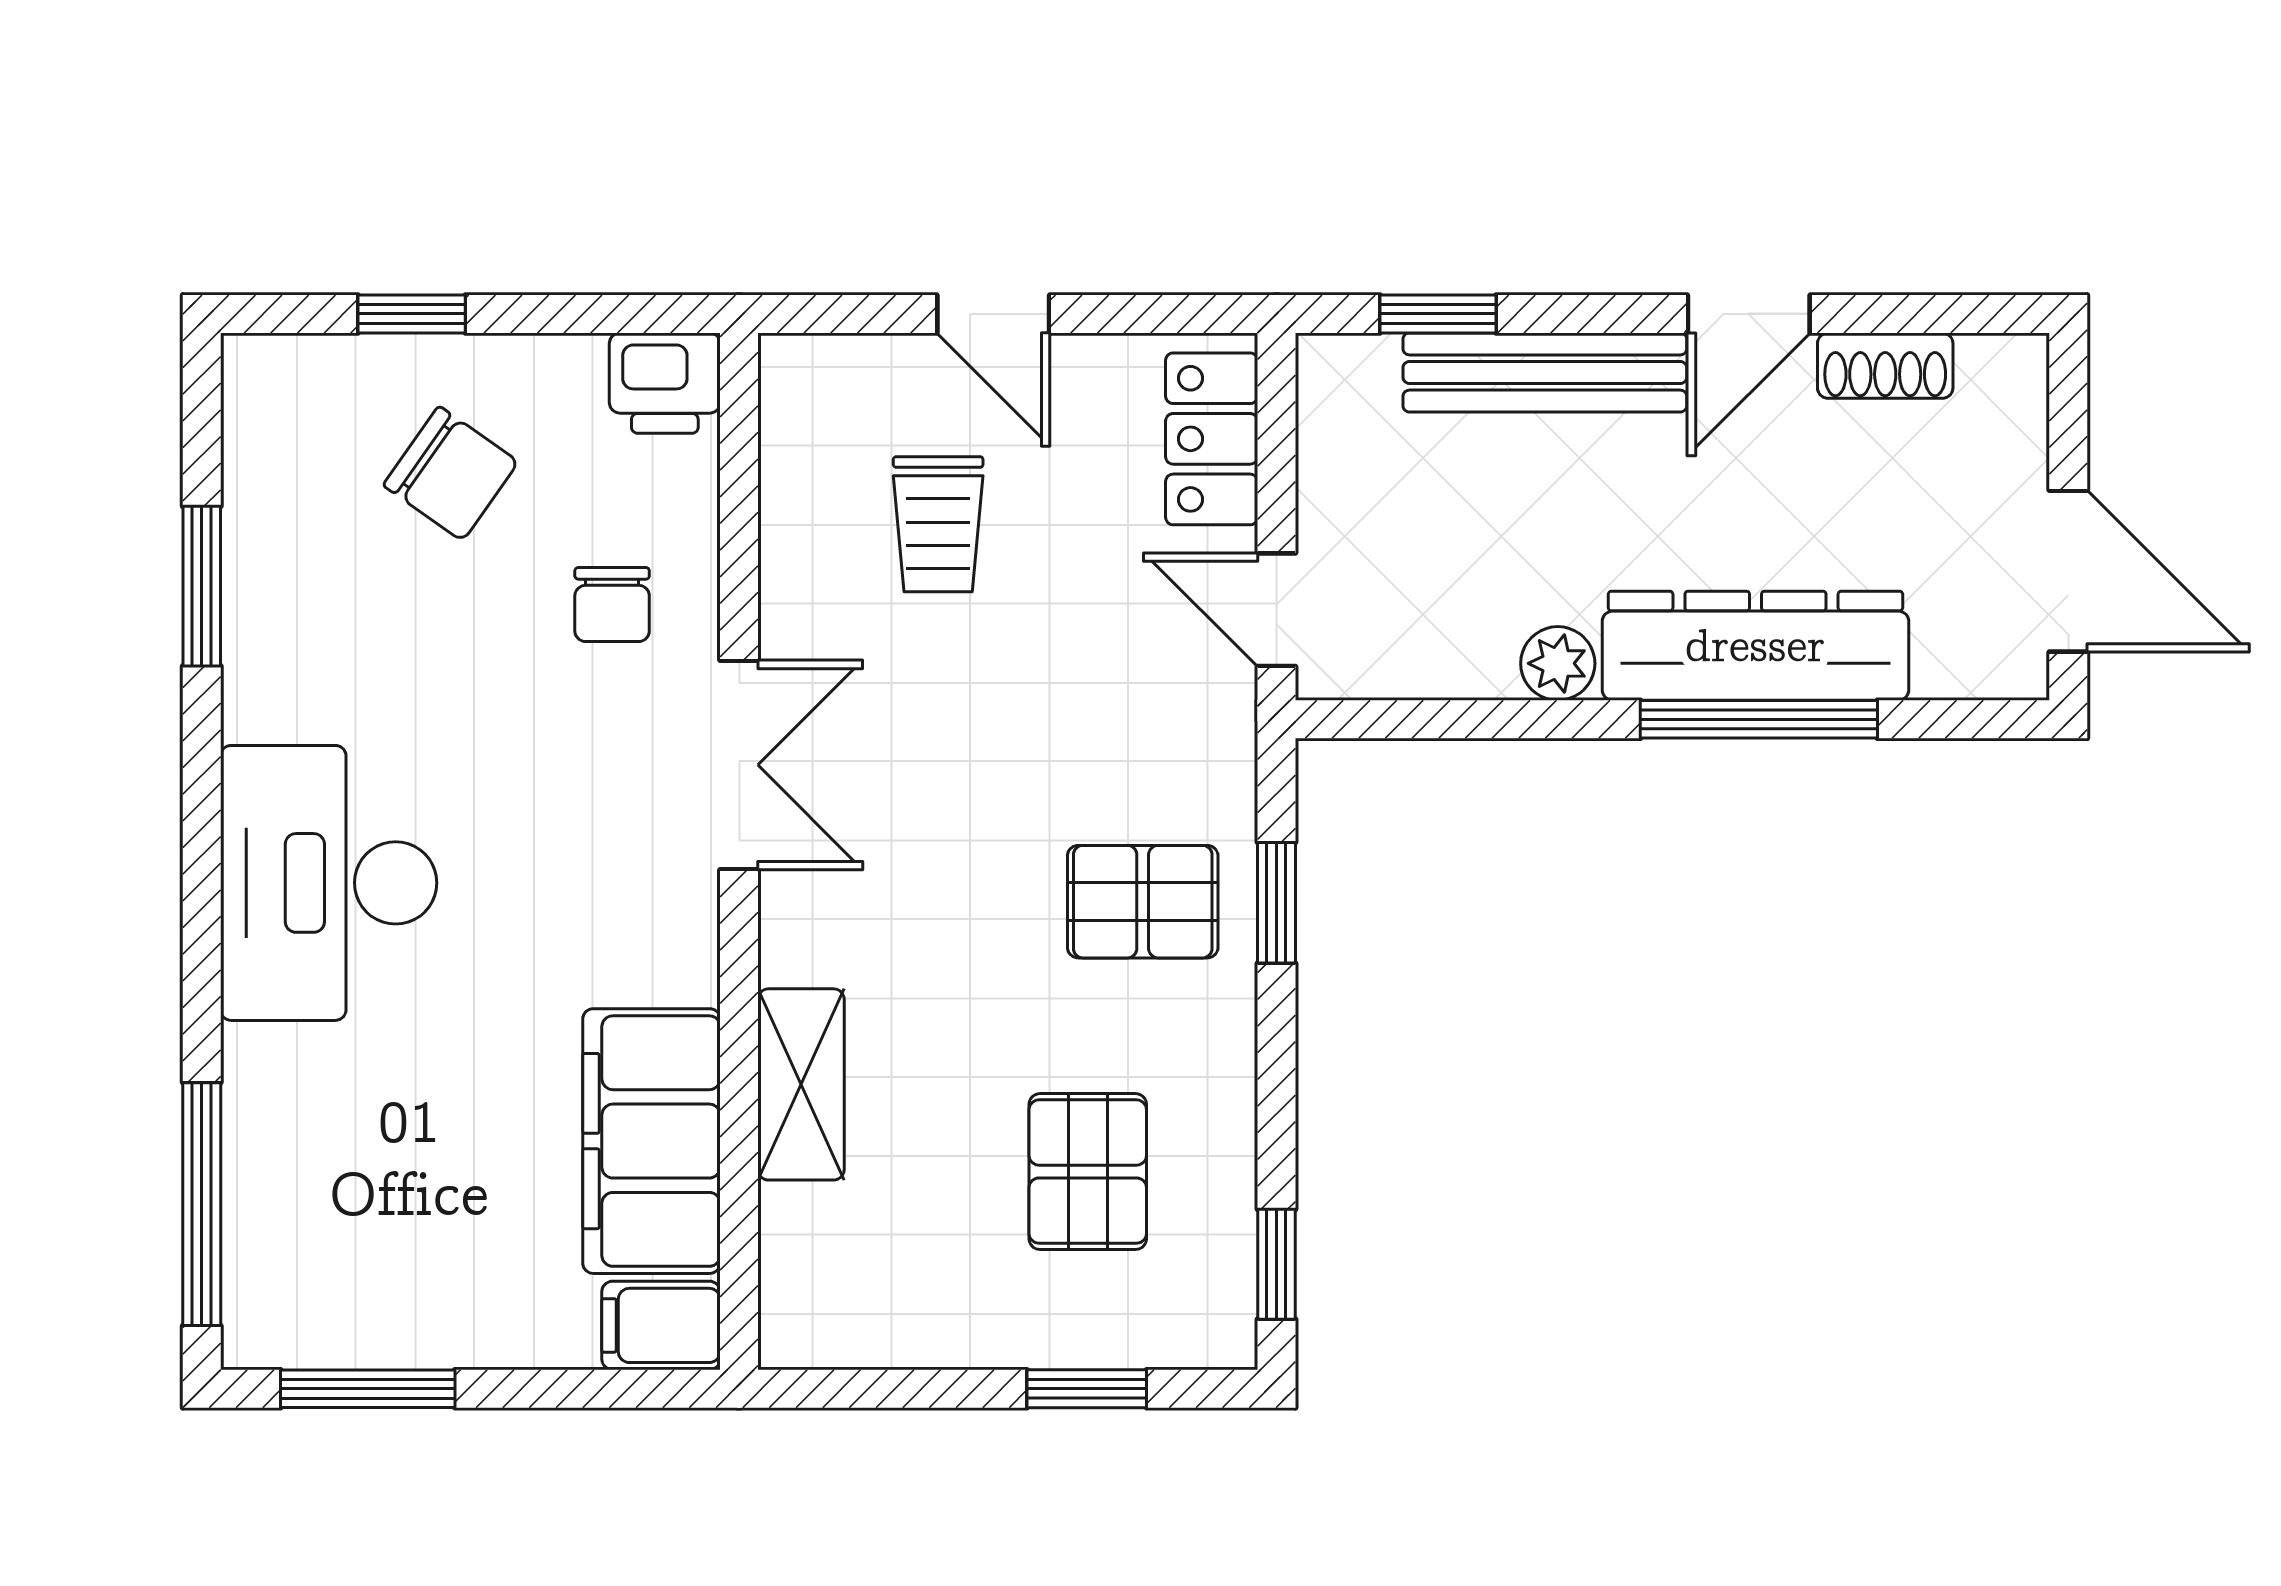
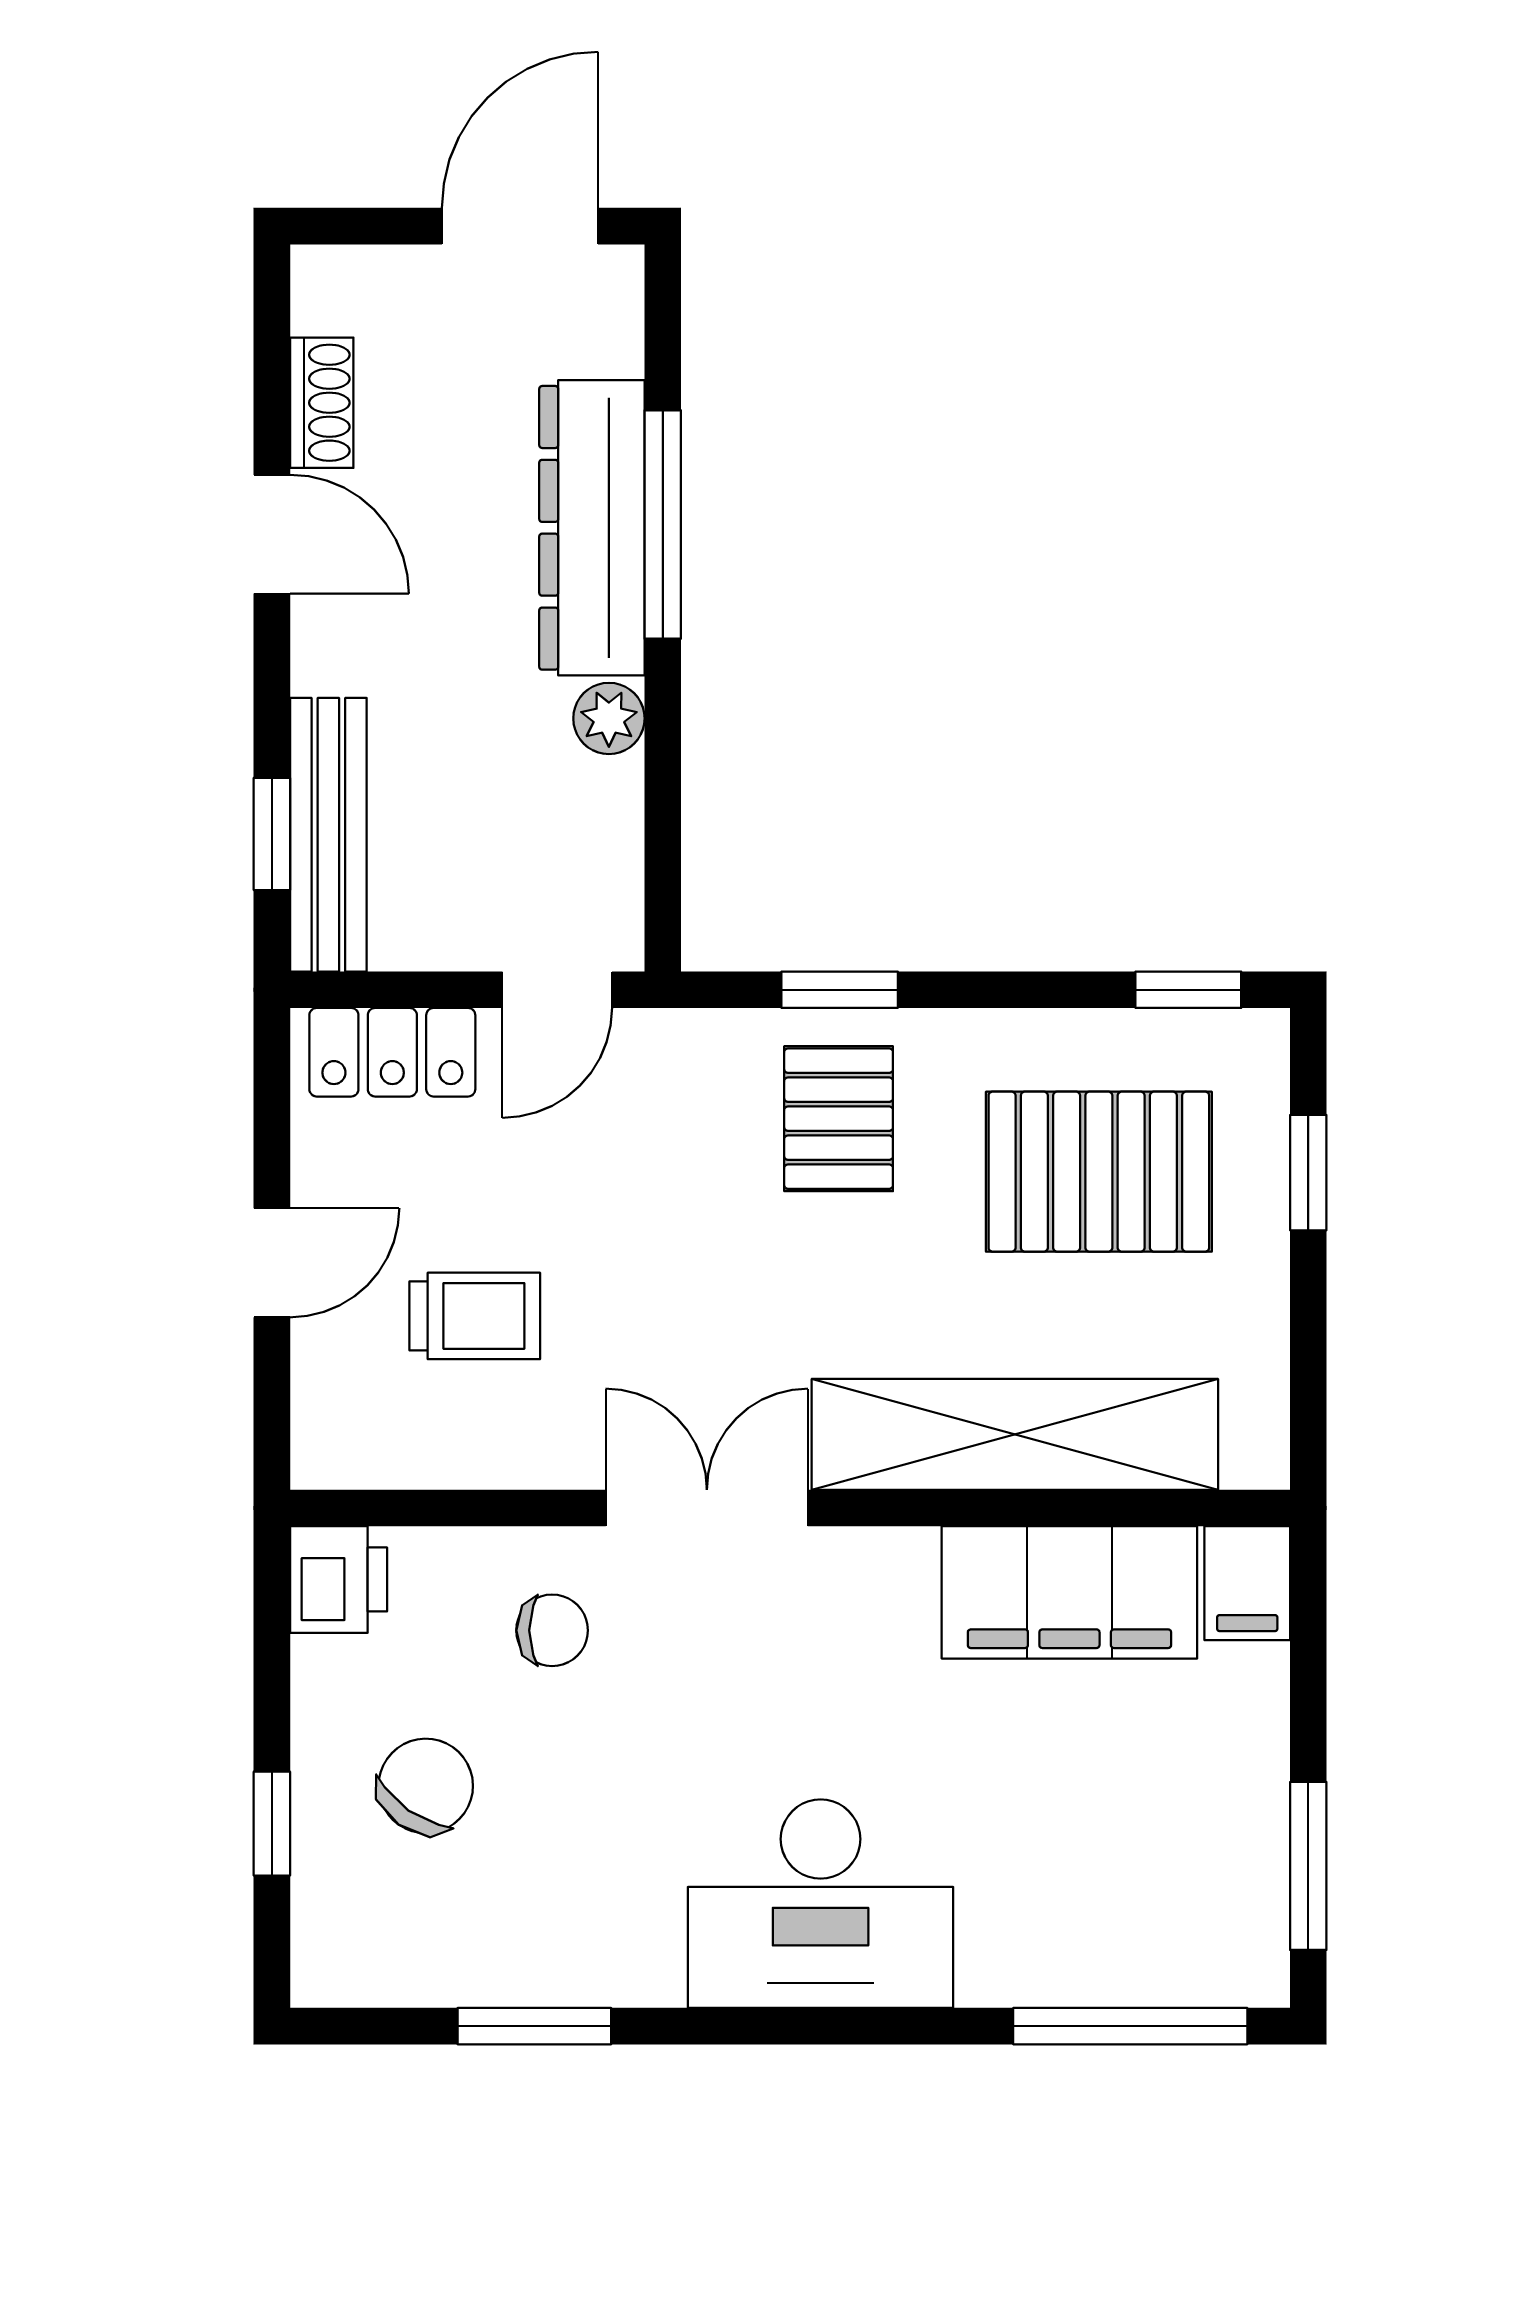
bench: (1545, 372) -> (328, 835), moved
shelving: (801, 1084) -> (1015, 1434), width x2.20, depth x1.33
pallet: (1088, 1172) -> (1099, 1172), width x1.50, depth x1.42

